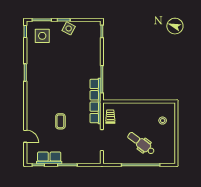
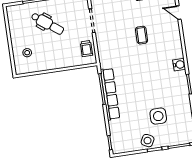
side table: (42, 36) -> (158, 116), moved
water cooler: (31, 91) -> (179, 65), added
row of seats: (95, 101) -> (110, 94), moved

